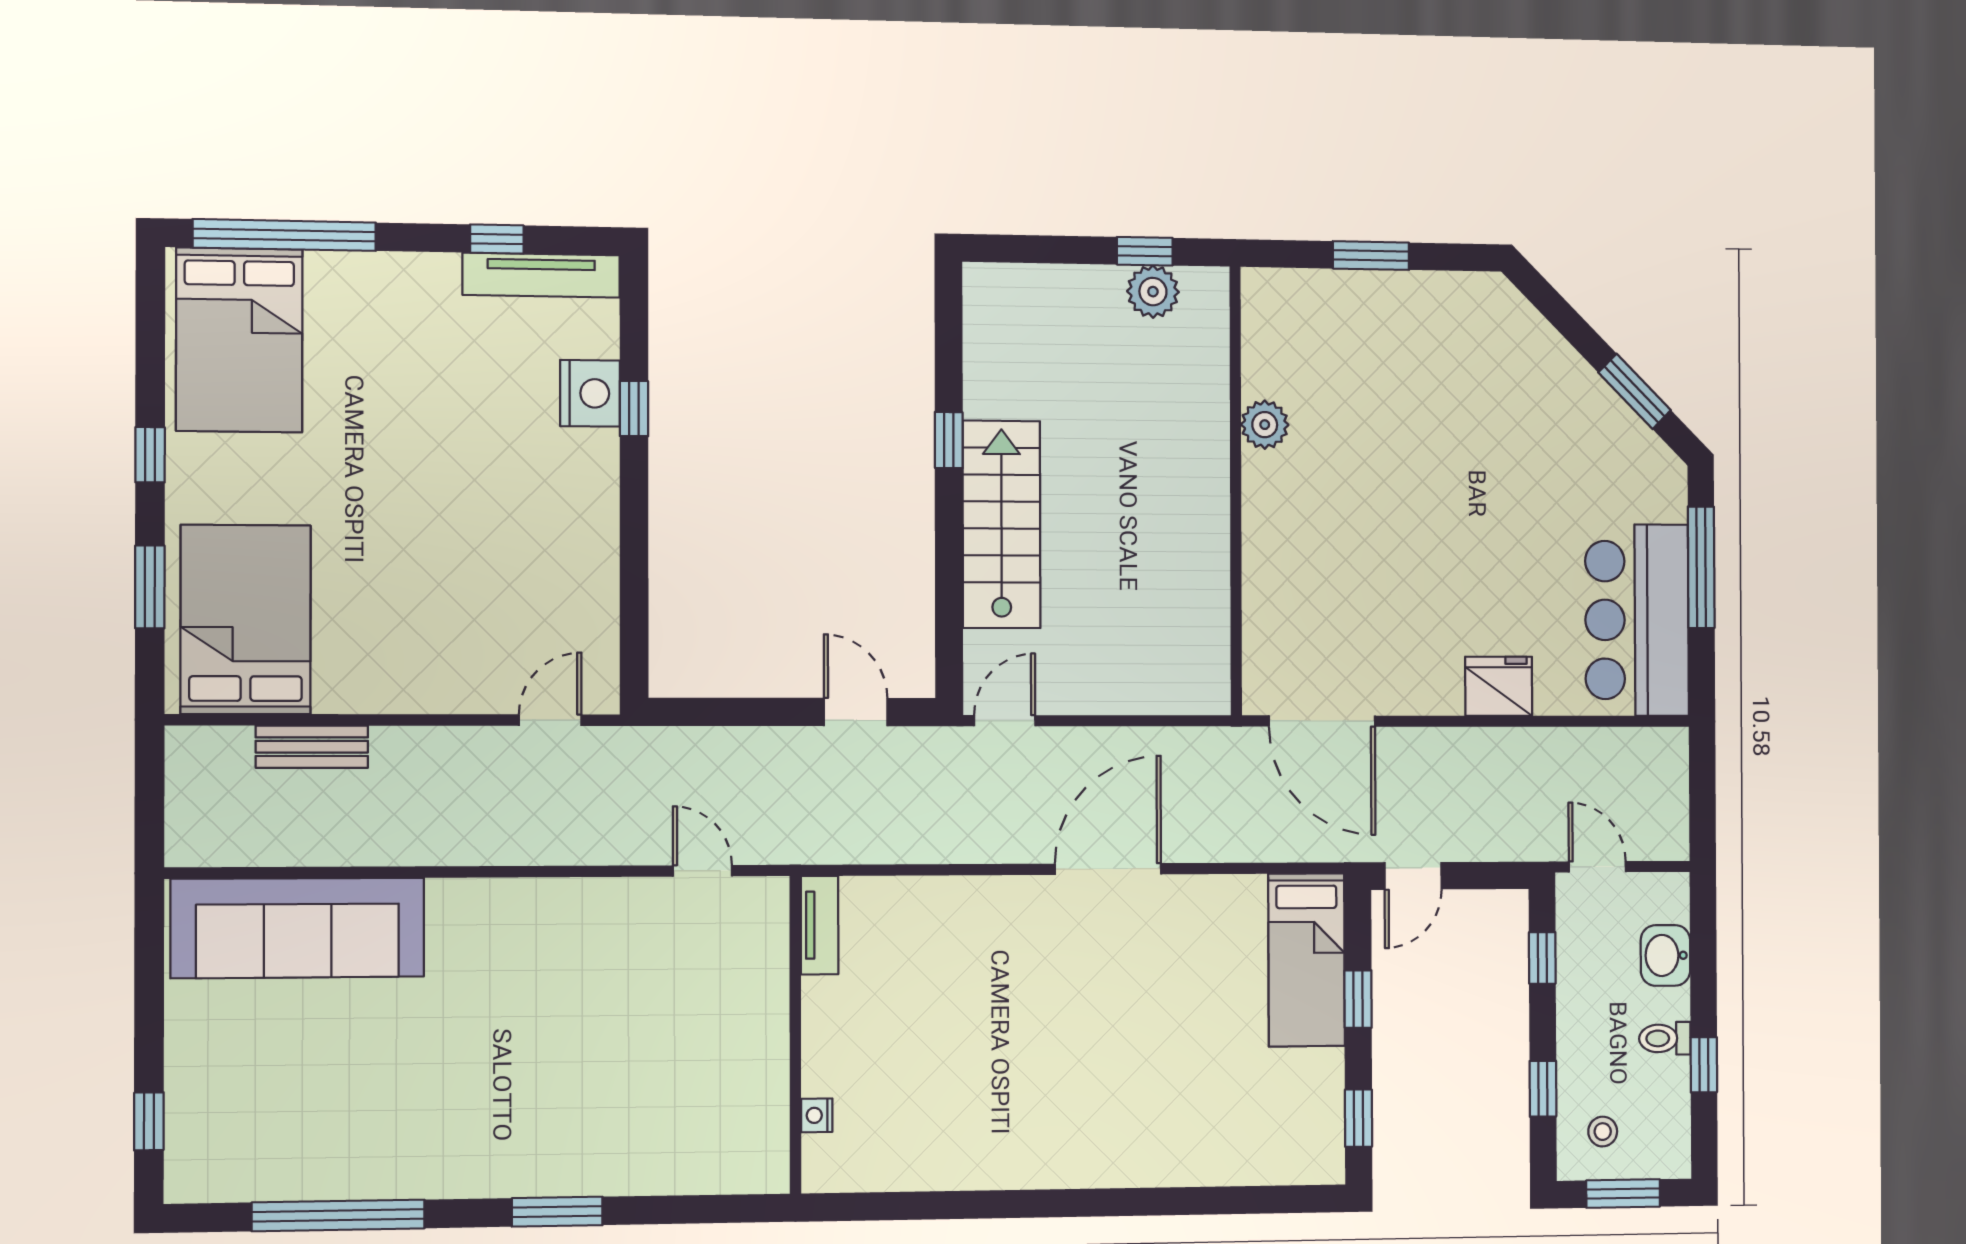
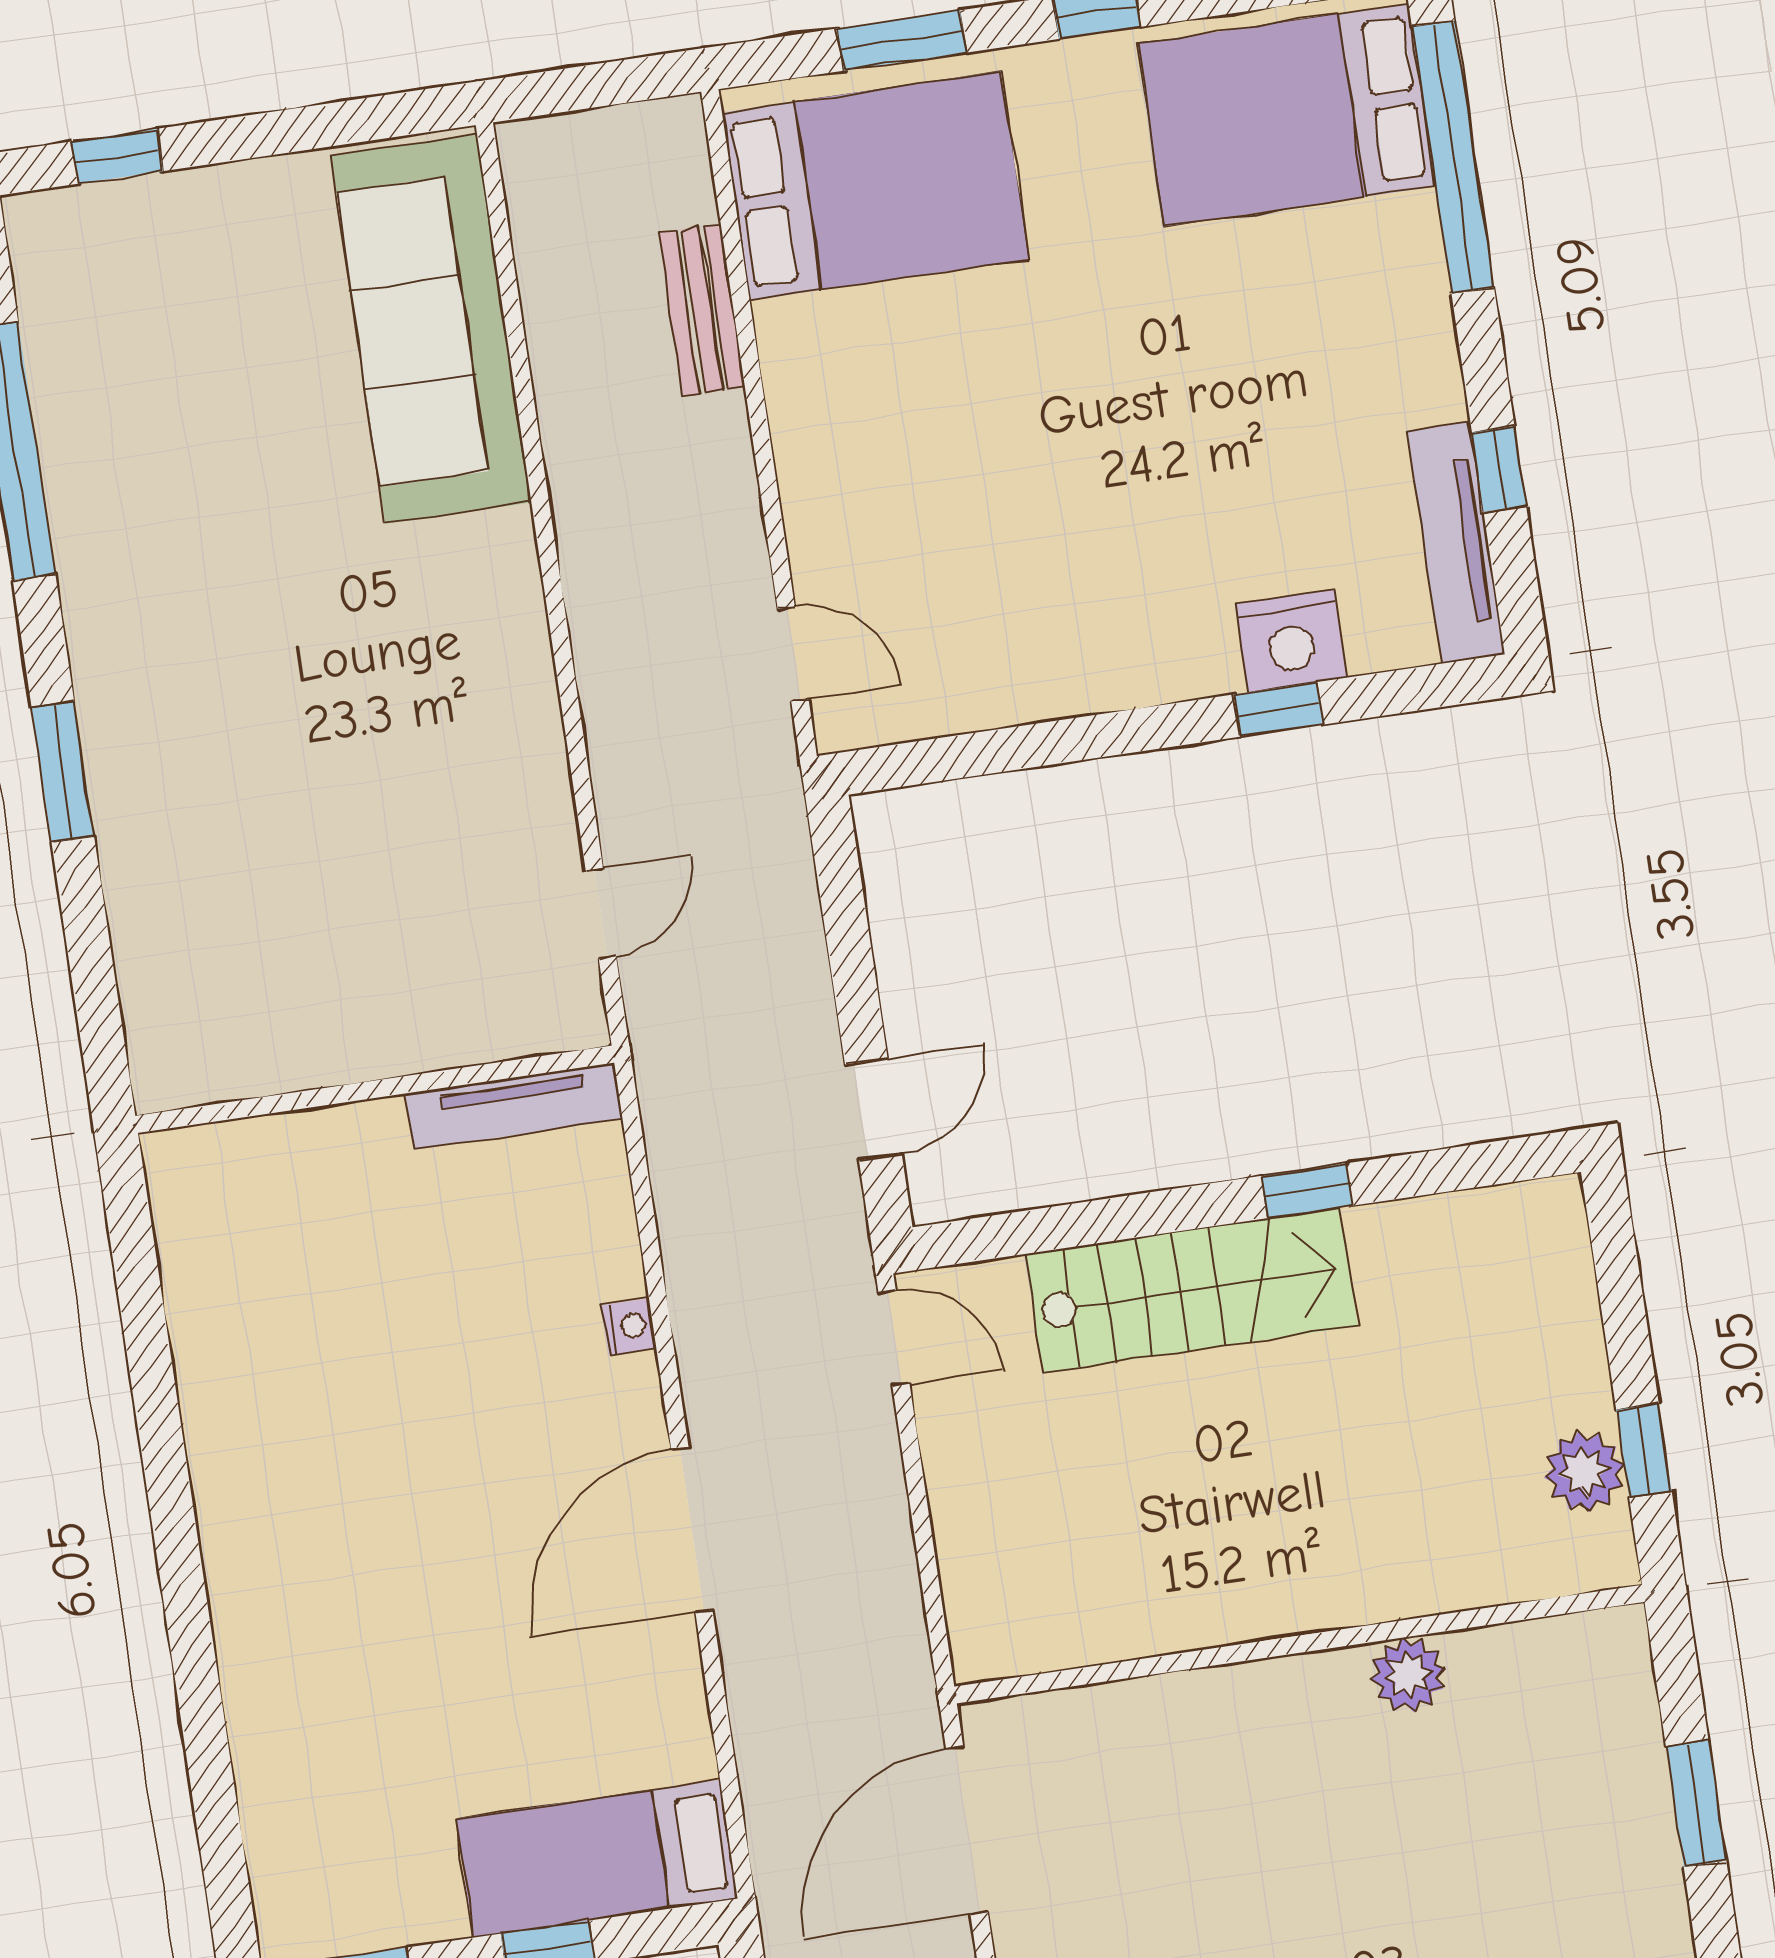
door: (1108, 869) -> (692, 1530), swing flipped
tv unit: (820, 925) -> (514, 1106), width x1.41
nightstand: (817, 1115) -> (629, 1327), moved, turned 90

